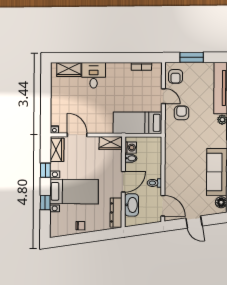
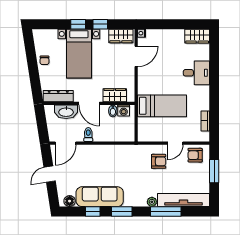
wardrobe: (69, 70) -> (197, 36), moved, turned -90
bed: (137, 123) -> (162, 106), moved, turned 90
wardrobe: (111, 143) -> (115, 95), moved, turned 90
window: (45, 203) -> (78, 24), moved

